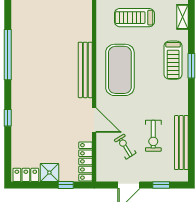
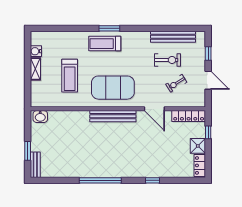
shelving: (182, 17) -> (69, 36), removed
treadmill: (173, 60) -> (105, 44), turned 180
door: (94, 120) -> (154, 109), swing flipped

